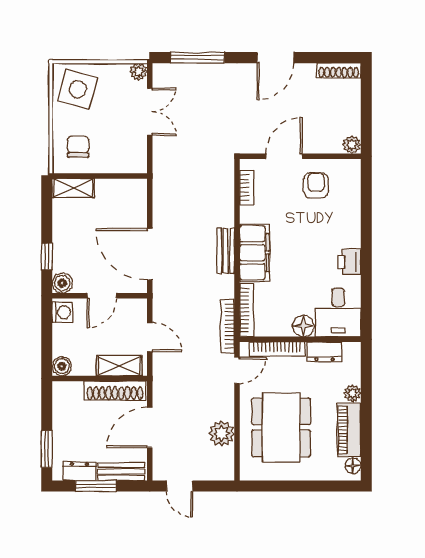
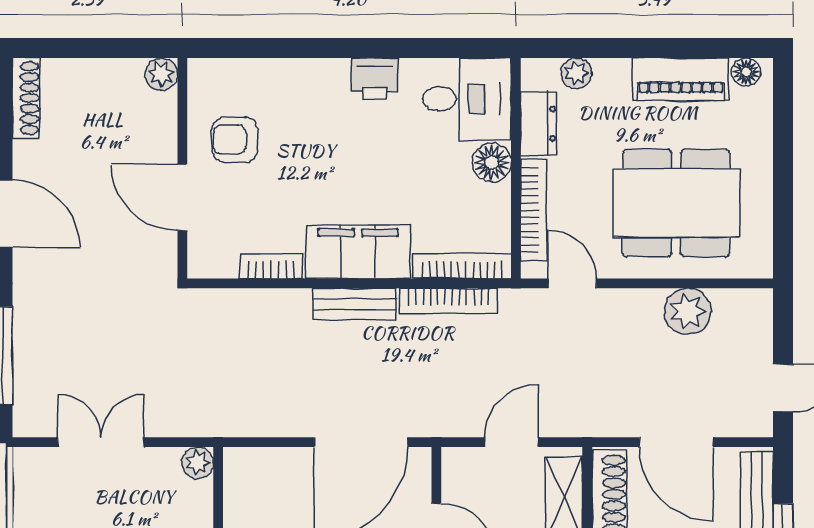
plant: (139, 72) -> (197, 463), moved
bookcase: (247, 188) -> (271, 266), moved
bookcase: (227, 326) -> (448, 301), moved
plant: (352, 393) -> (576, 73), moved

